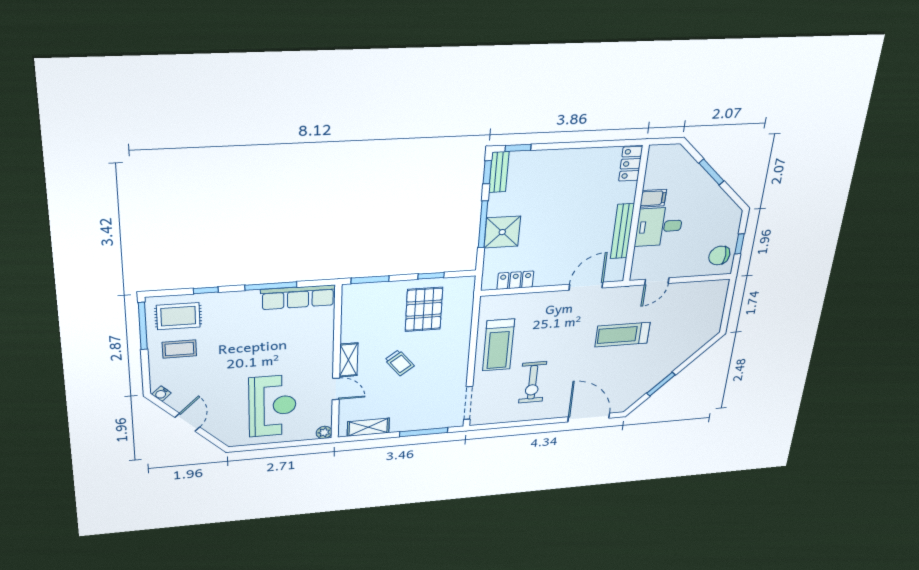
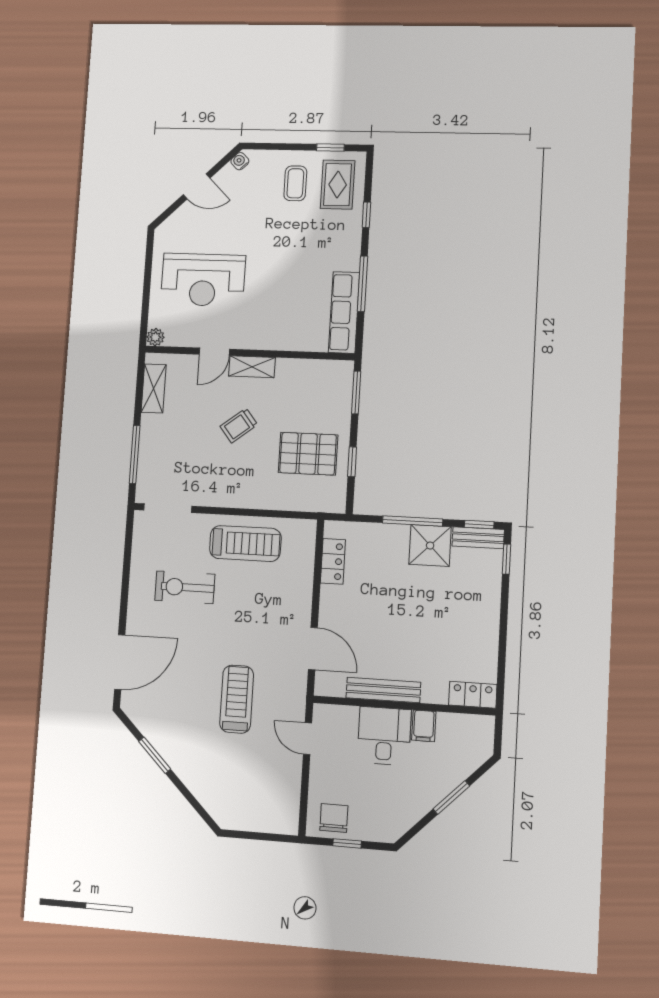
shower: (502, 232) -> (430, 546), moved
window: (143, 326) -> (330, 148), width x0.46
treadmill: (499, 345) -> (245, 543), turned 180

